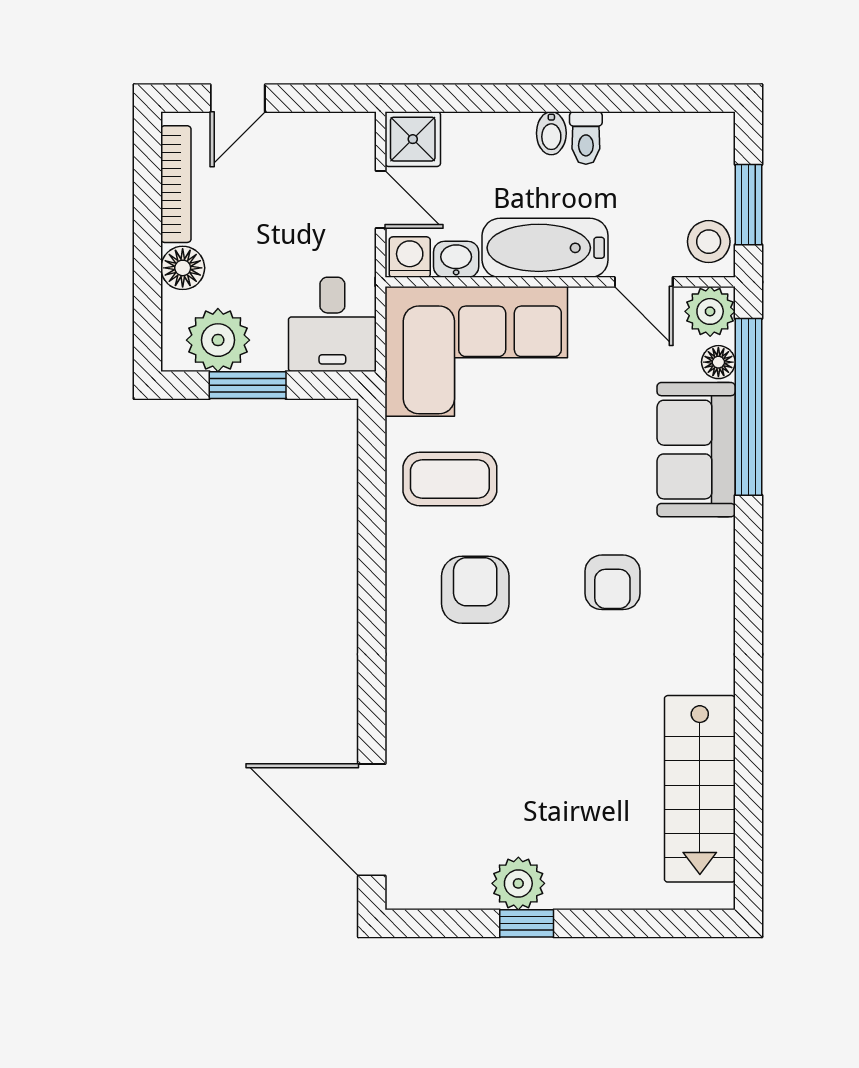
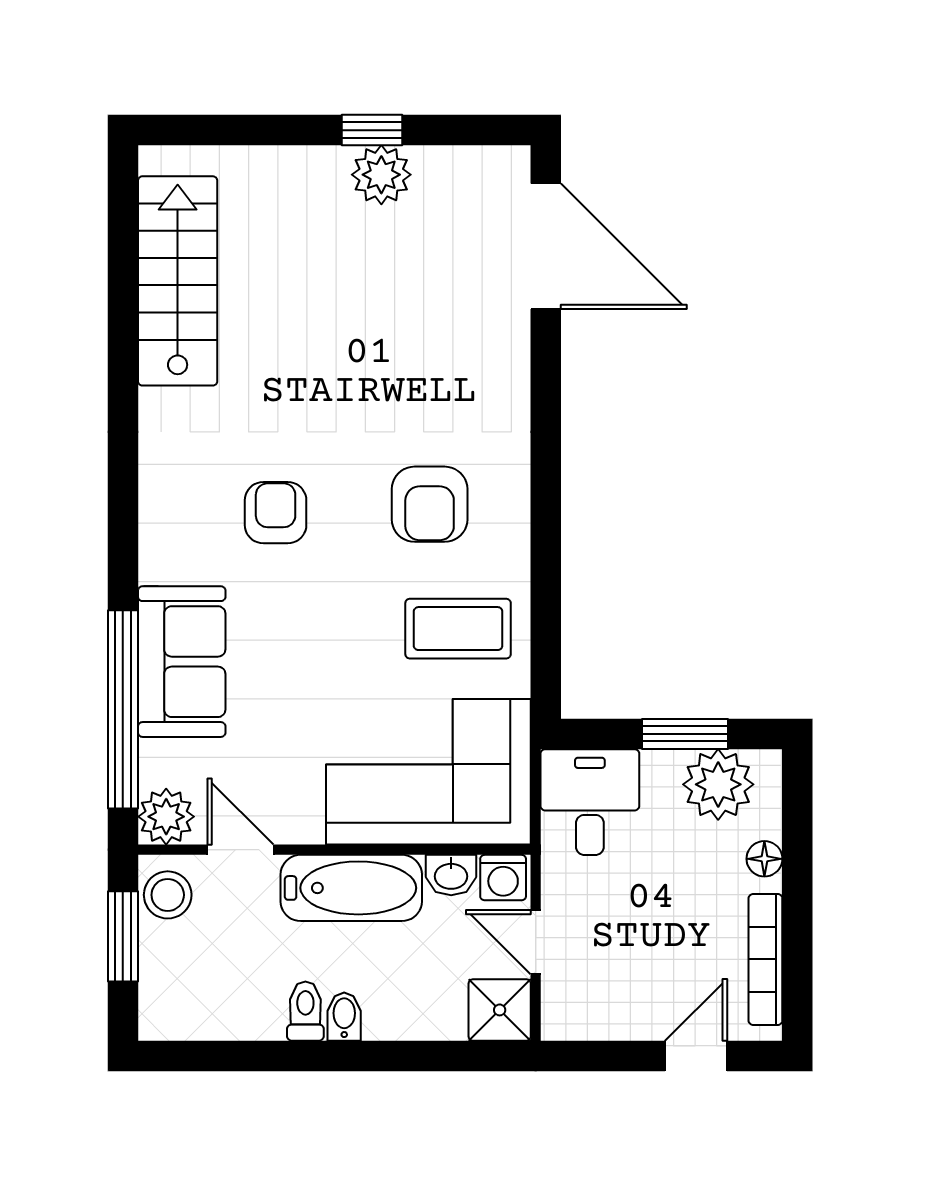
floor lamp: (183, 268) -> (764, 859), width x0.73, depth x0.73
floor lamp: (718, 362) -> (157, 760), removed

